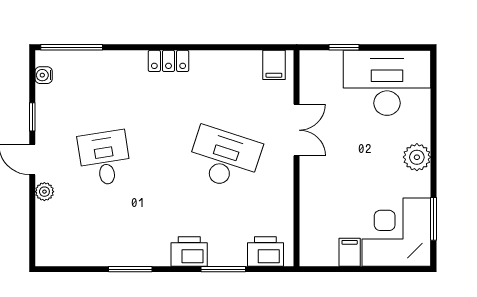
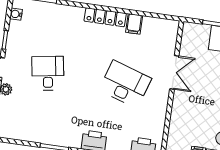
locker: (169, 61) -> (105, 17), width x1.53
filing cabinet: (274, 65) -> (134, 24), moved

